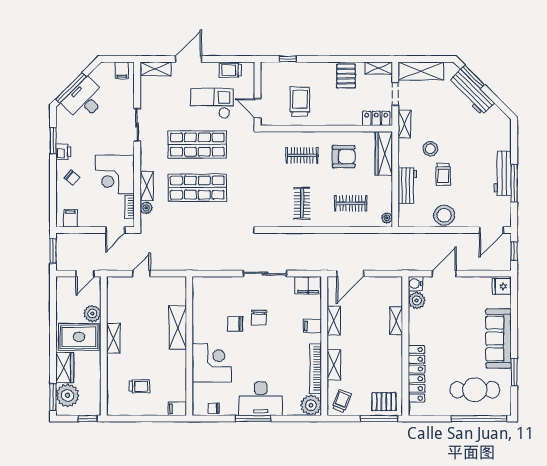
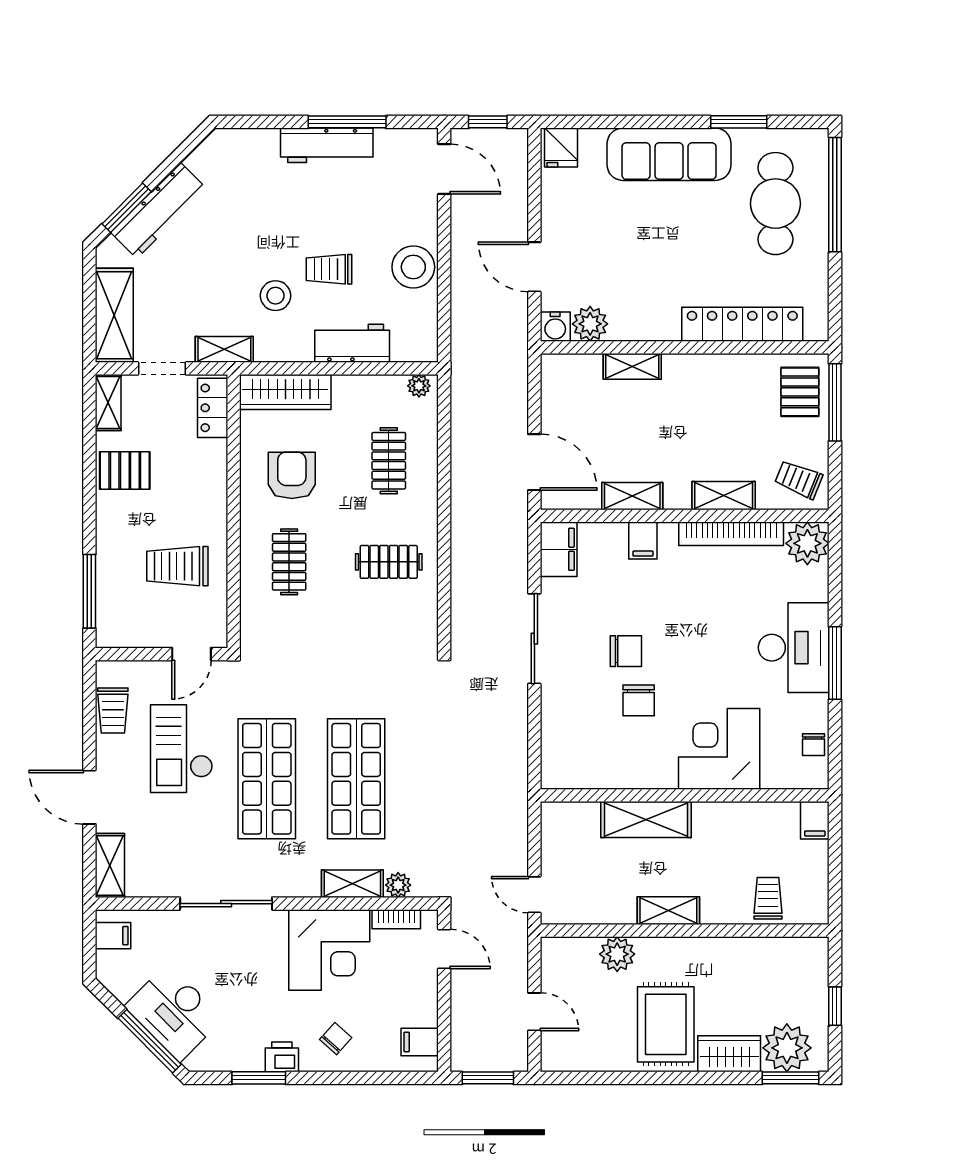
window: (288, 59) -> (89, 591), width x2.17
sliding door: (137, 125) -> (226, 904), width x1.37
trolley: (443, 174) -> (329, 269), turned 180
plant: (92, 314) -> (617, 954), moved
shelving: (113, 338) -> (668, 911), moved
wall: (104, 346) -> (685, 931), moved

